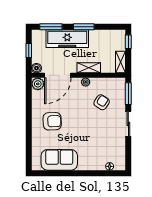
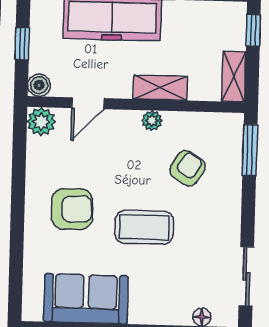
door: (58, 75) -> (88, 103), width x0.53
sliding door: (128, 124) -> (246, 276), moved
coffee table: (84, 128) -> (144, 227), added

